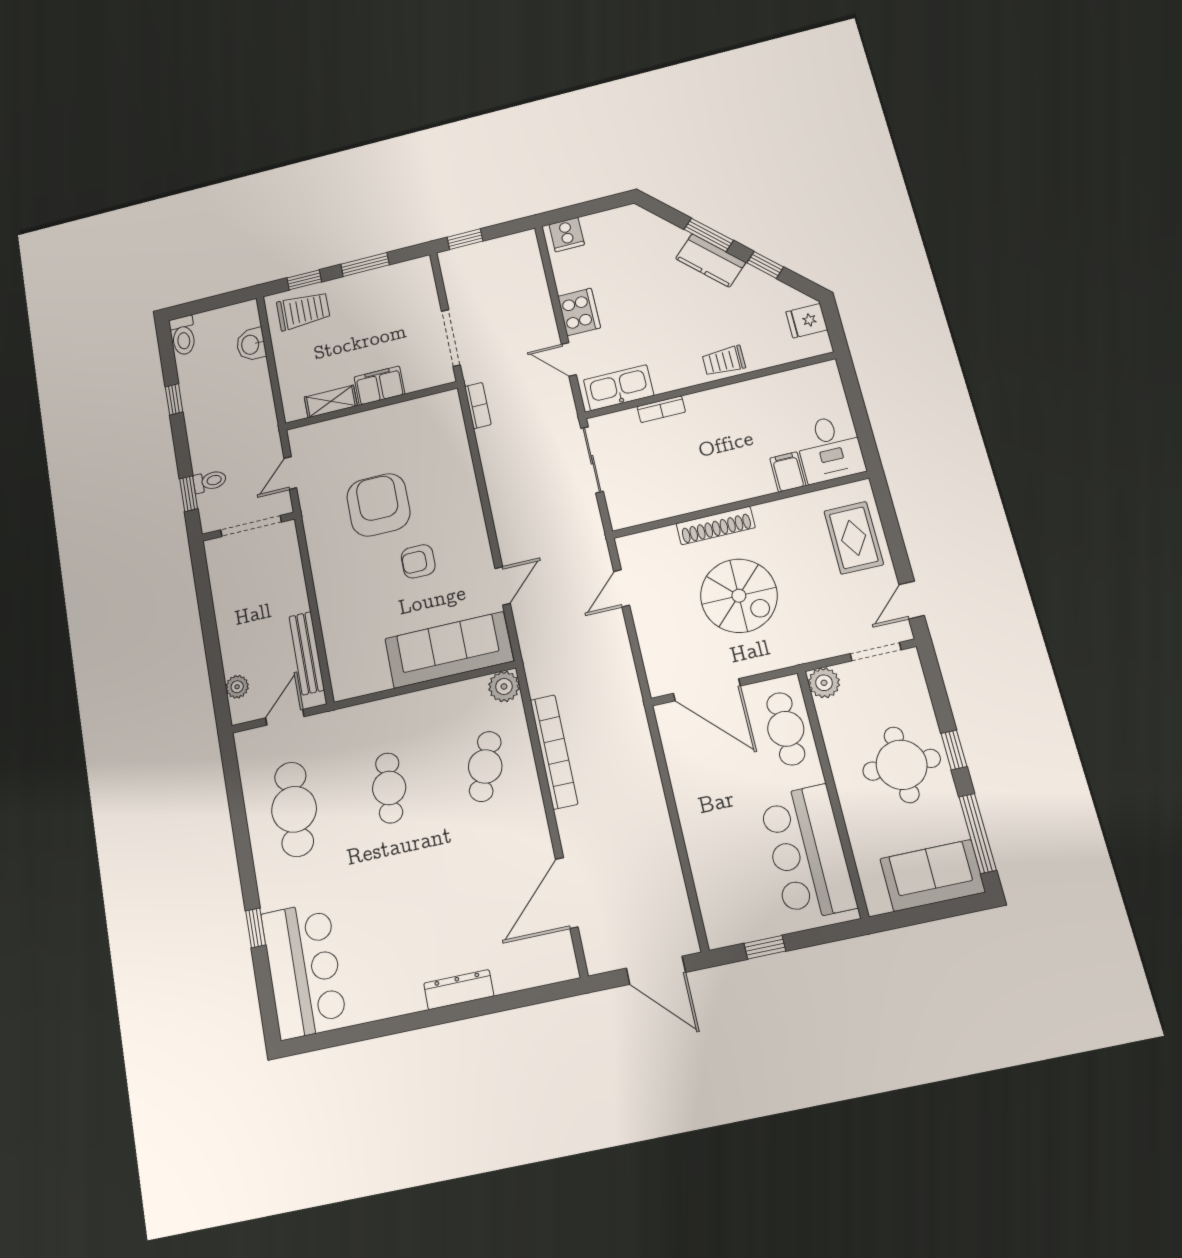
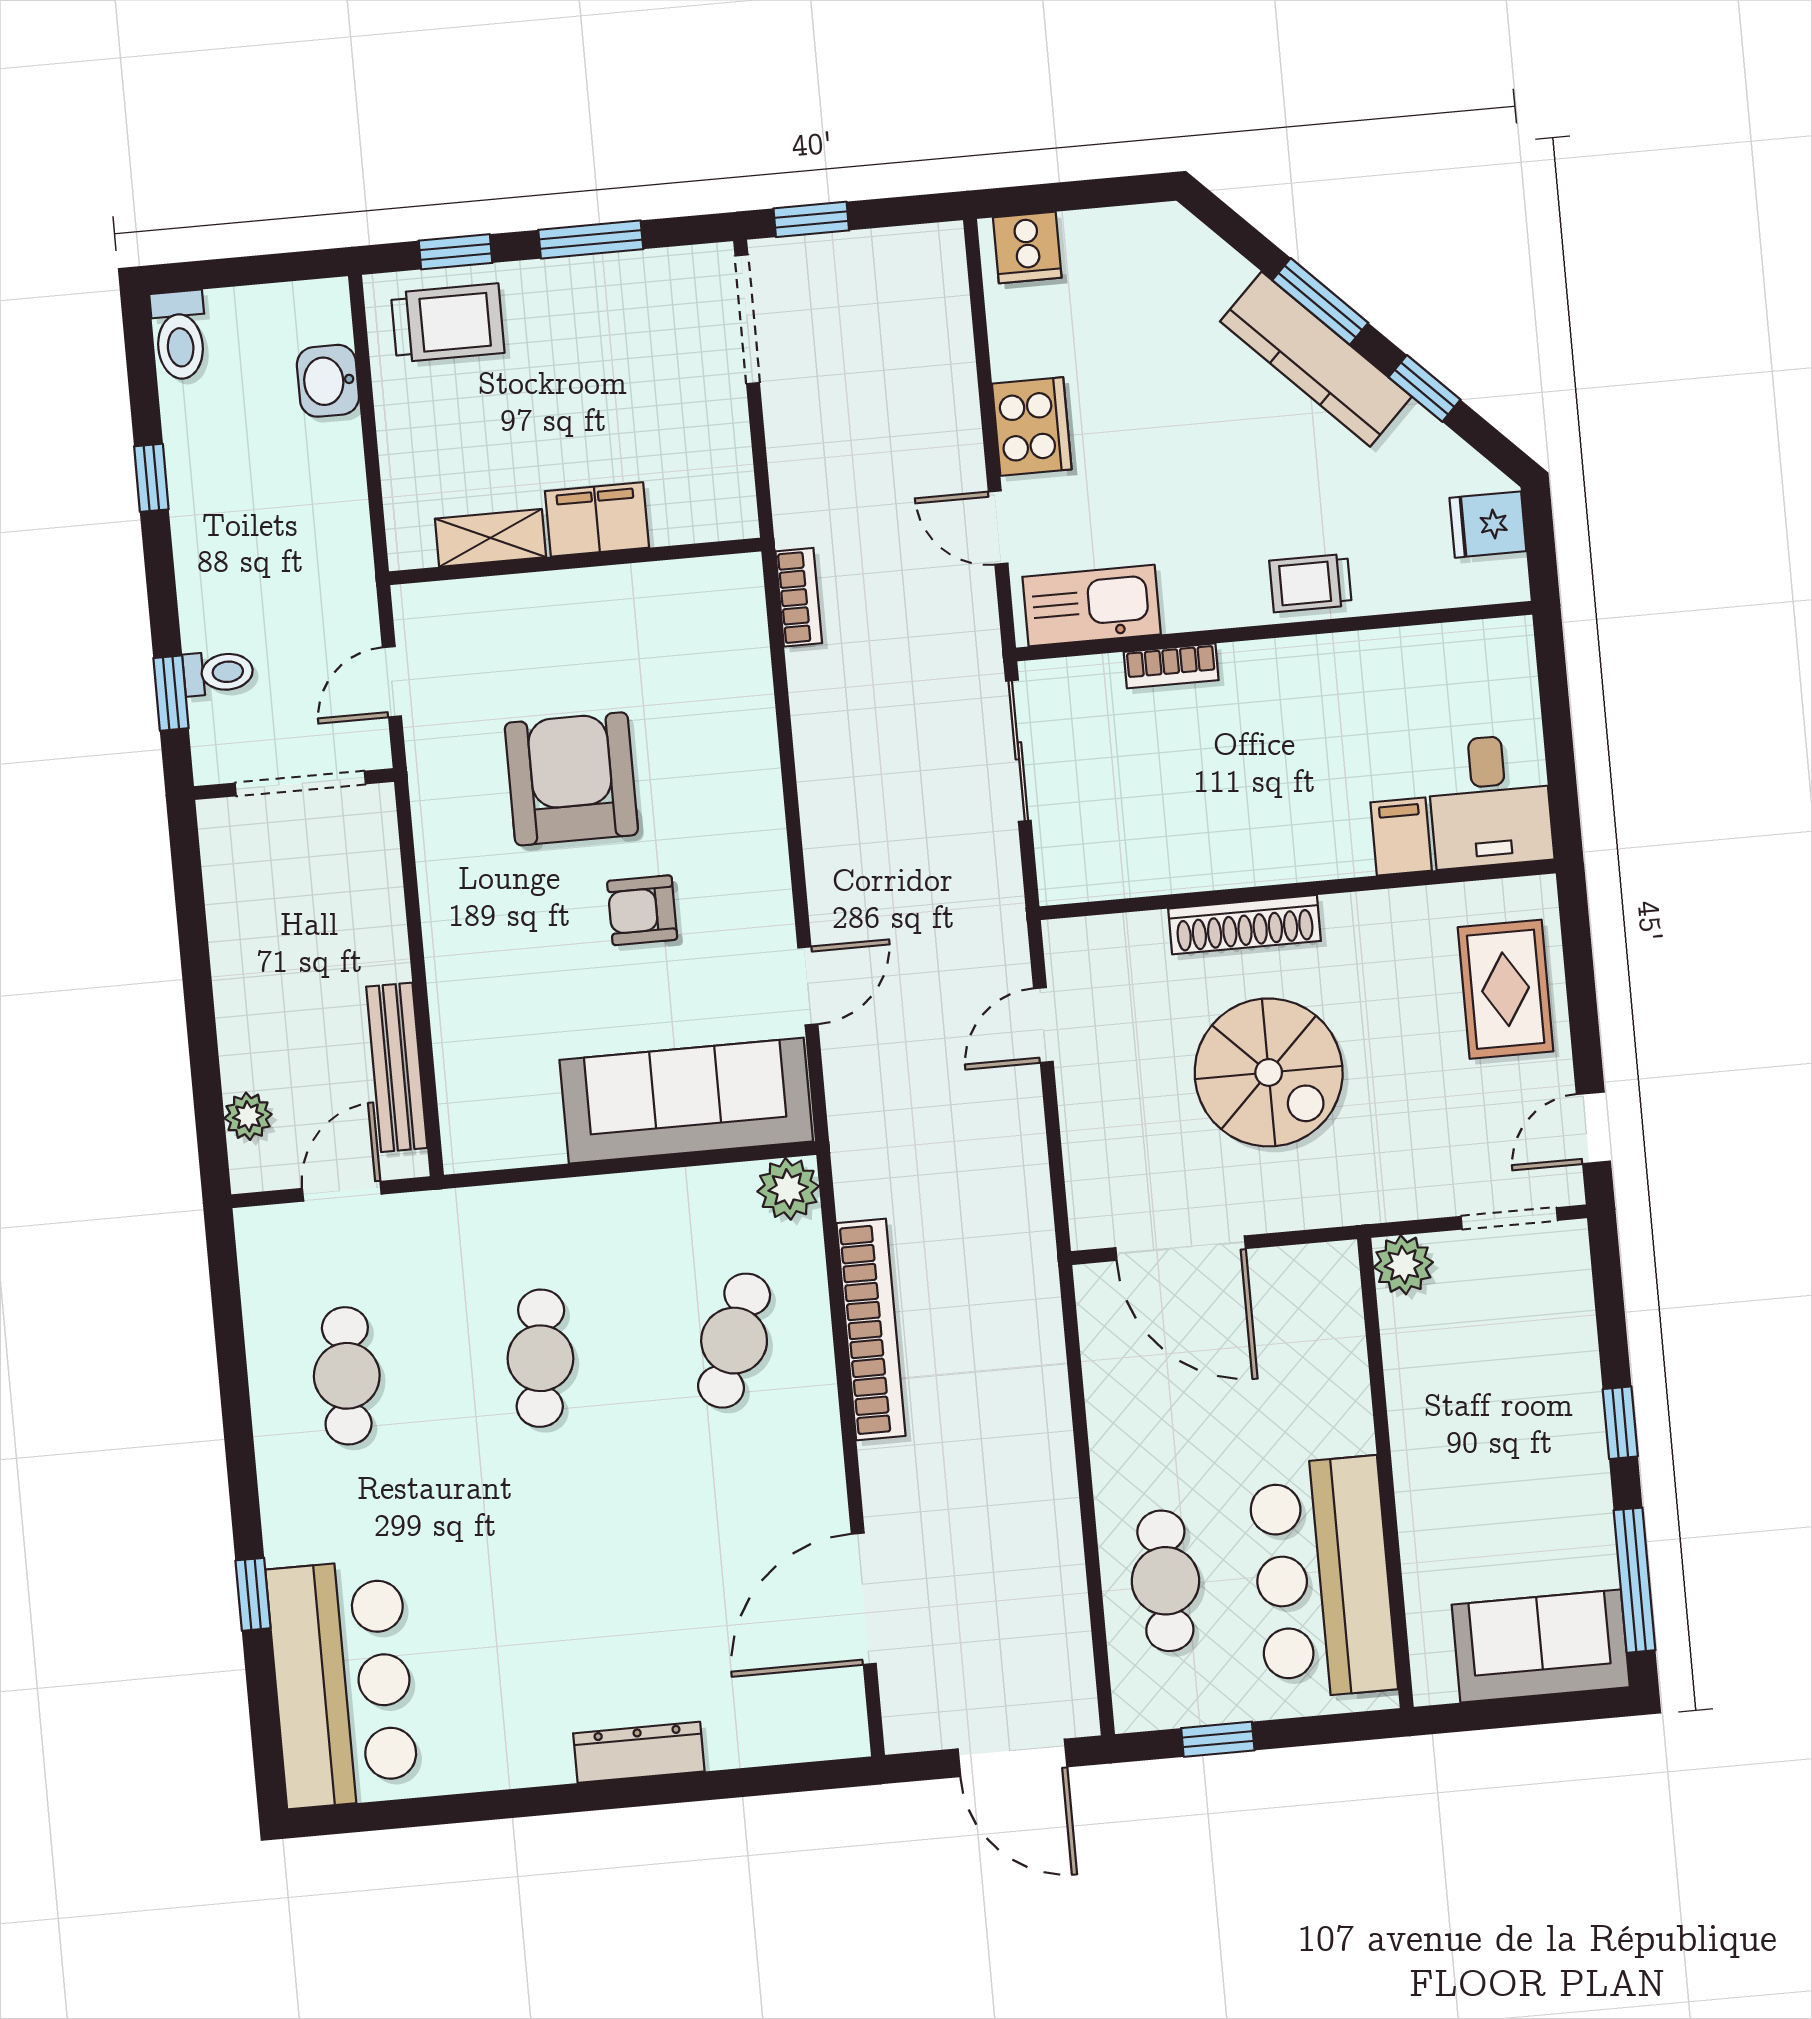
kitchen counter: (711, 260) -> (1316, 359), width x1.50
doorway: (451, 338) -> (747, 319), moved
cafe table: (786, 729) -> (1165, 1581), moved
round table: (902, 765) -> (1520, 1438), removed
cafe table: (294, 809) -> (347, 1376), width x0.73, depth x0.74

